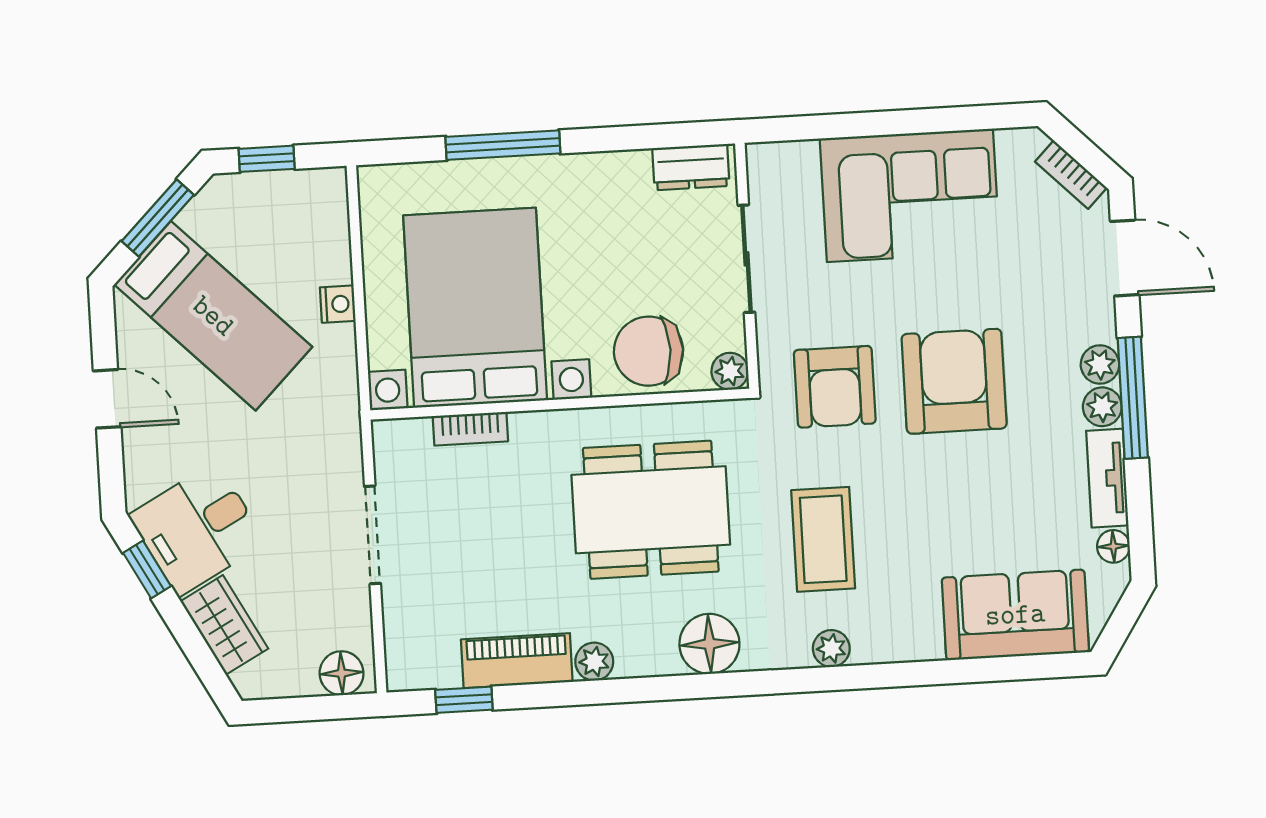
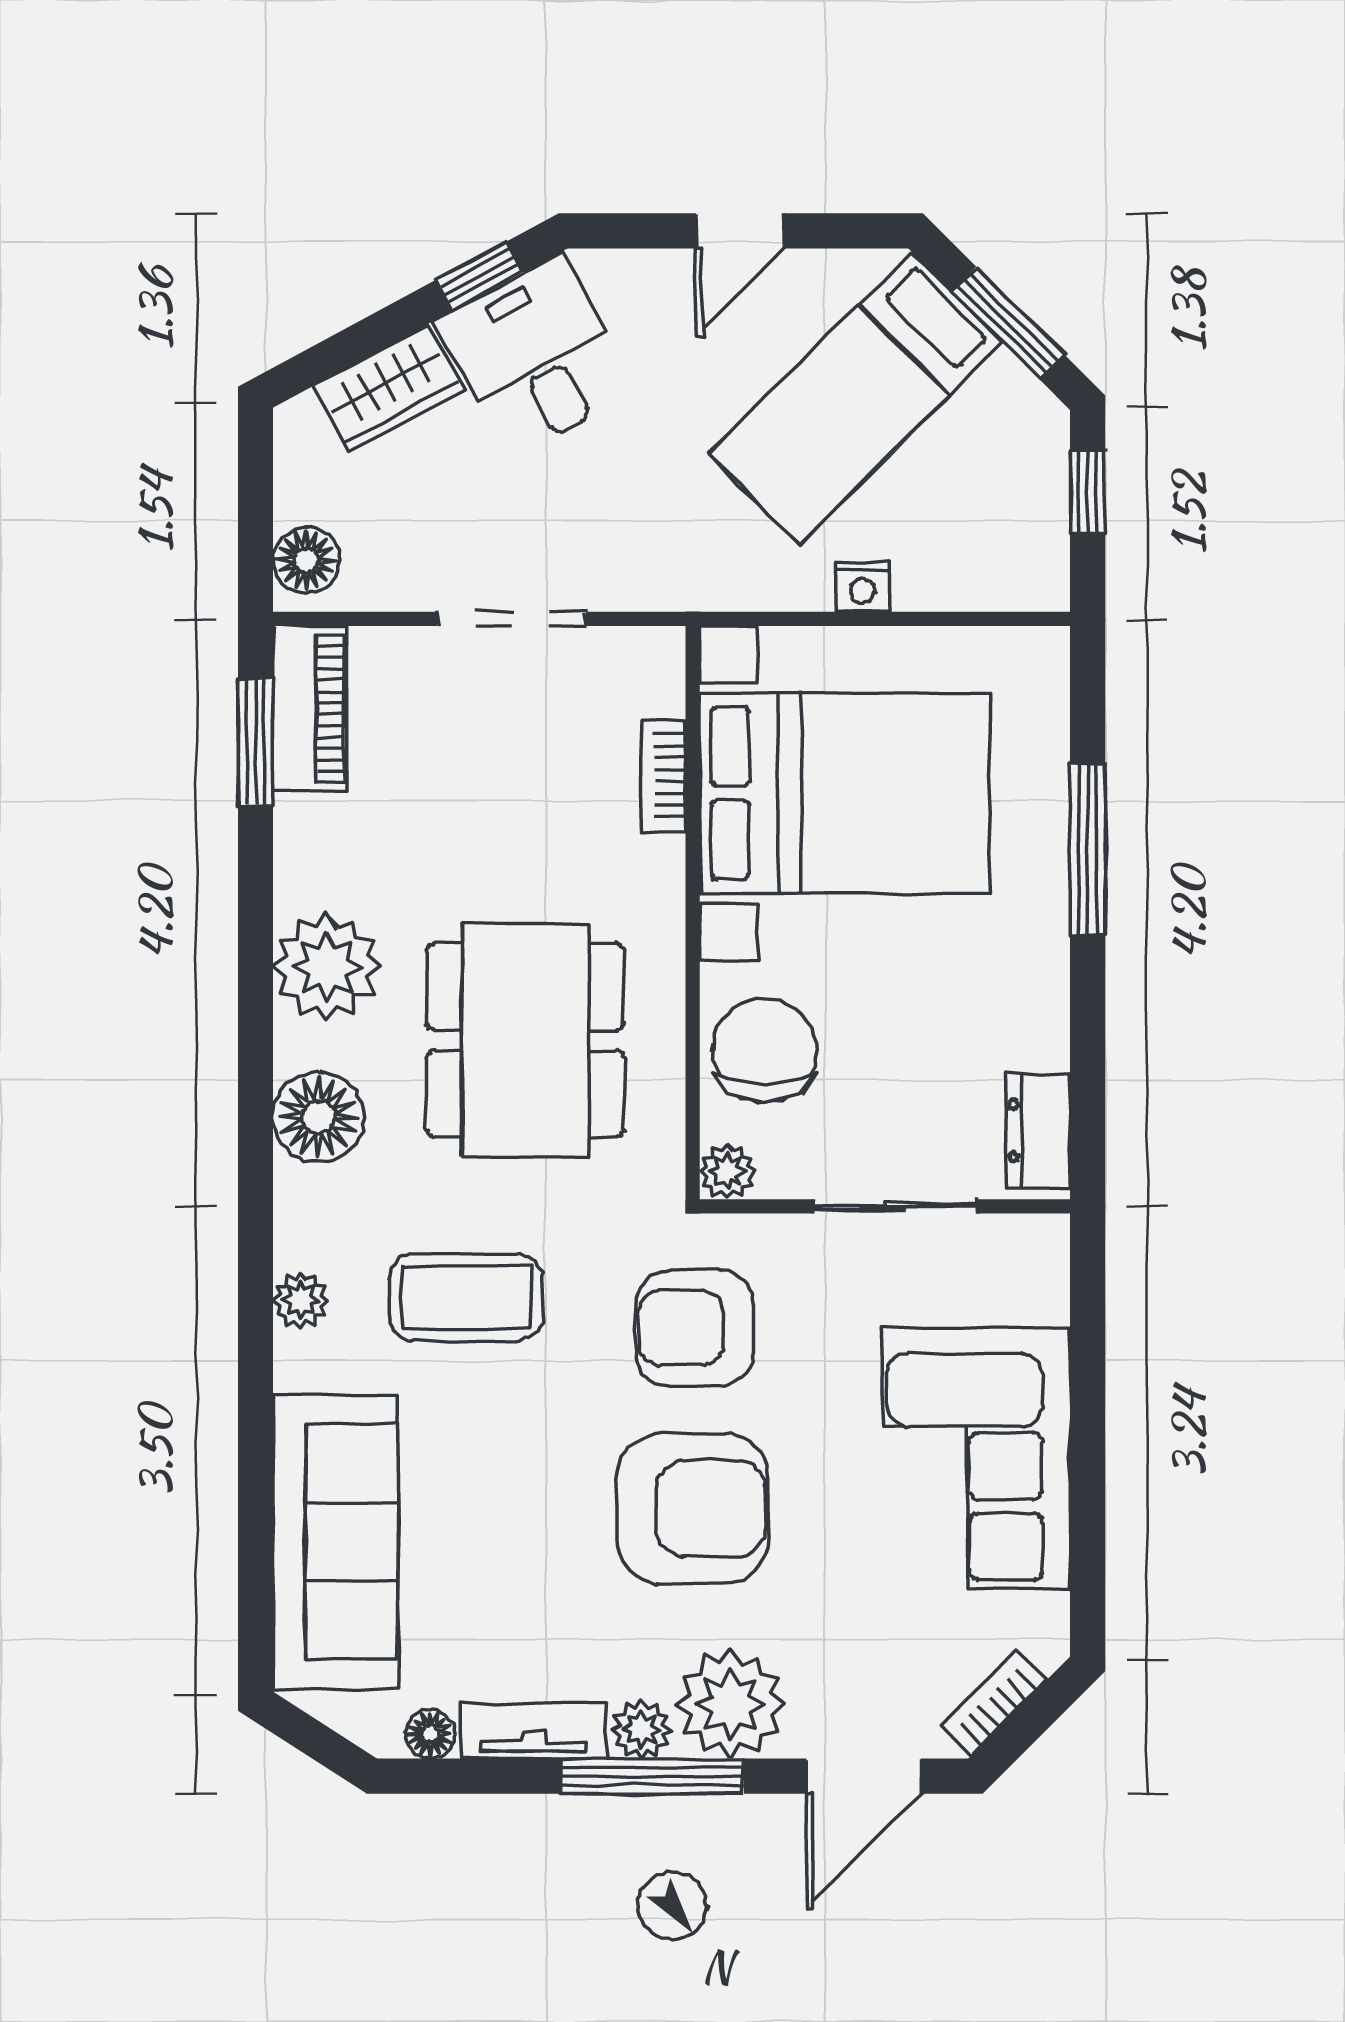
plant: (1100, 364) -> (731, 1704), width x1.88, depth x1.88
sofa: (1015, 615) -> (335, 1542), width x1.36
piano: (517, 661) -> (310, 708), moved
plant: (594, 662) -> (327, 967), width x1.88, depth x1.88
window: (464, 700) -> (255, 742), width x1.50

